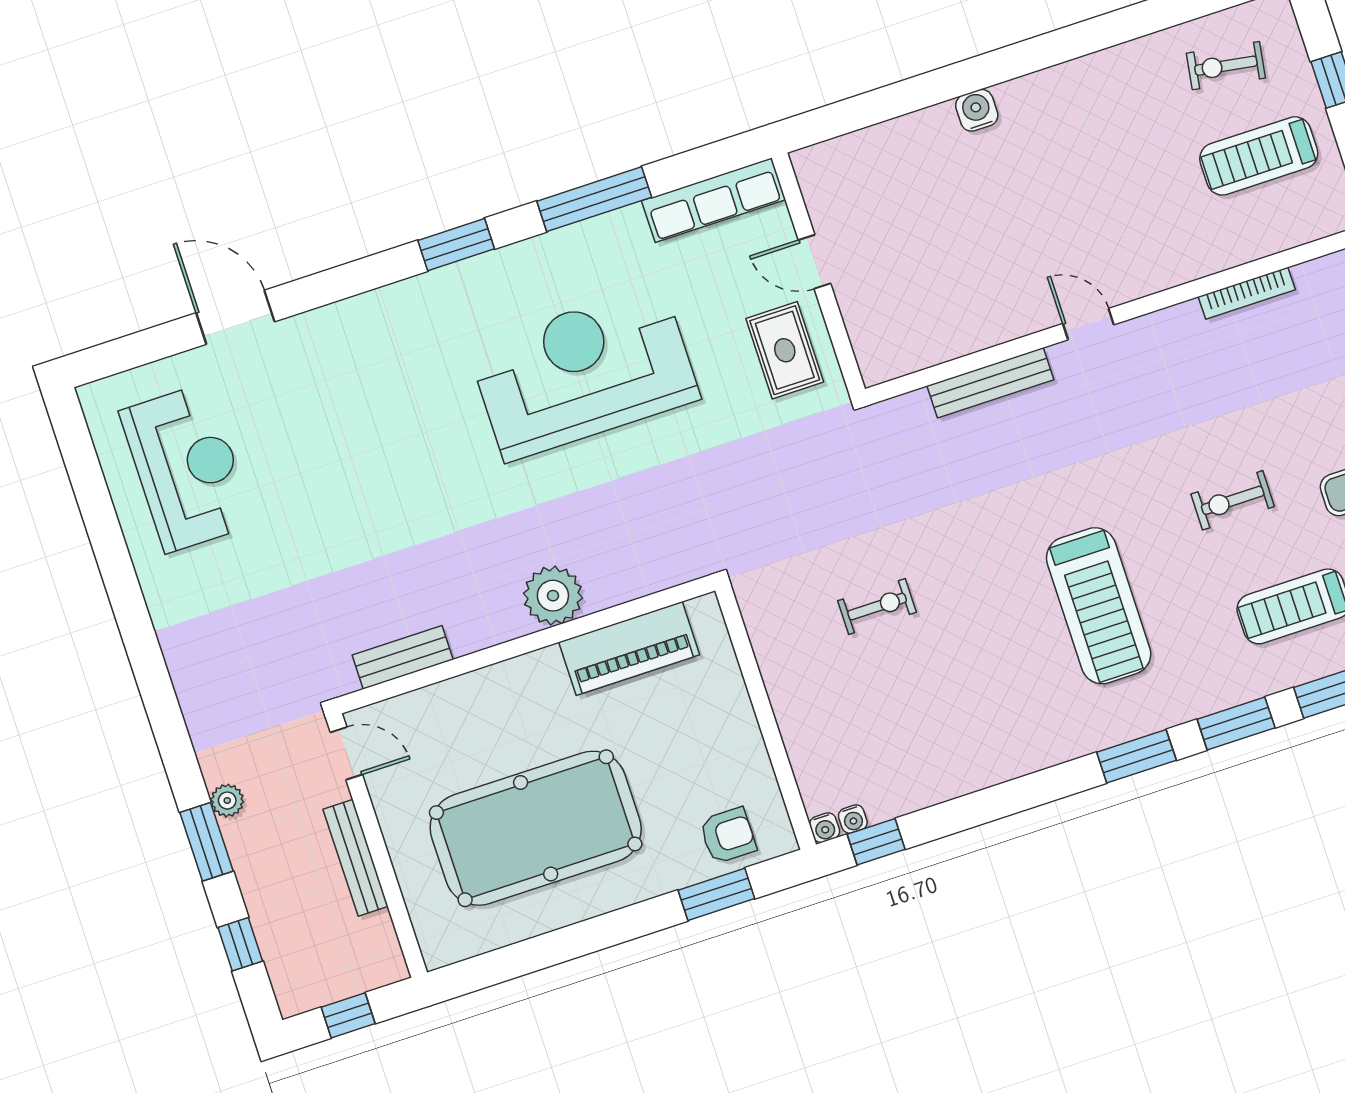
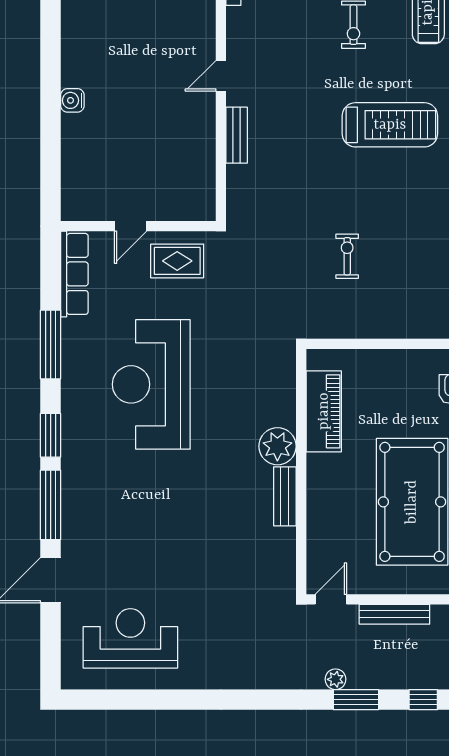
window: (350, 279) -> (51, 505), added
bench: (990, 383) -> (237, 135), width x0.73
bench: (403, 657) -> (285, 496), moved

